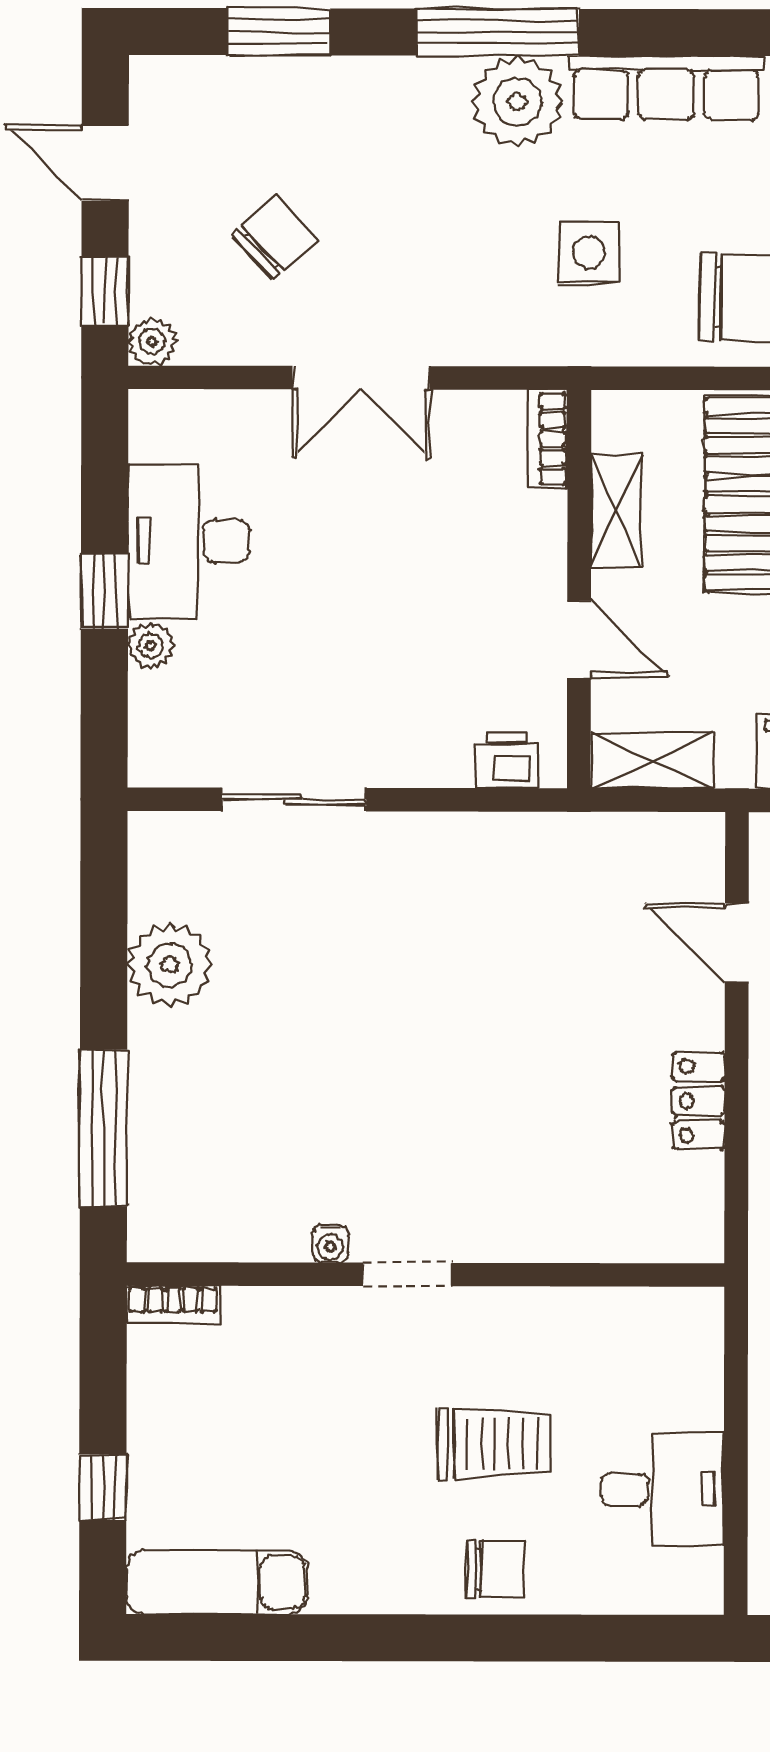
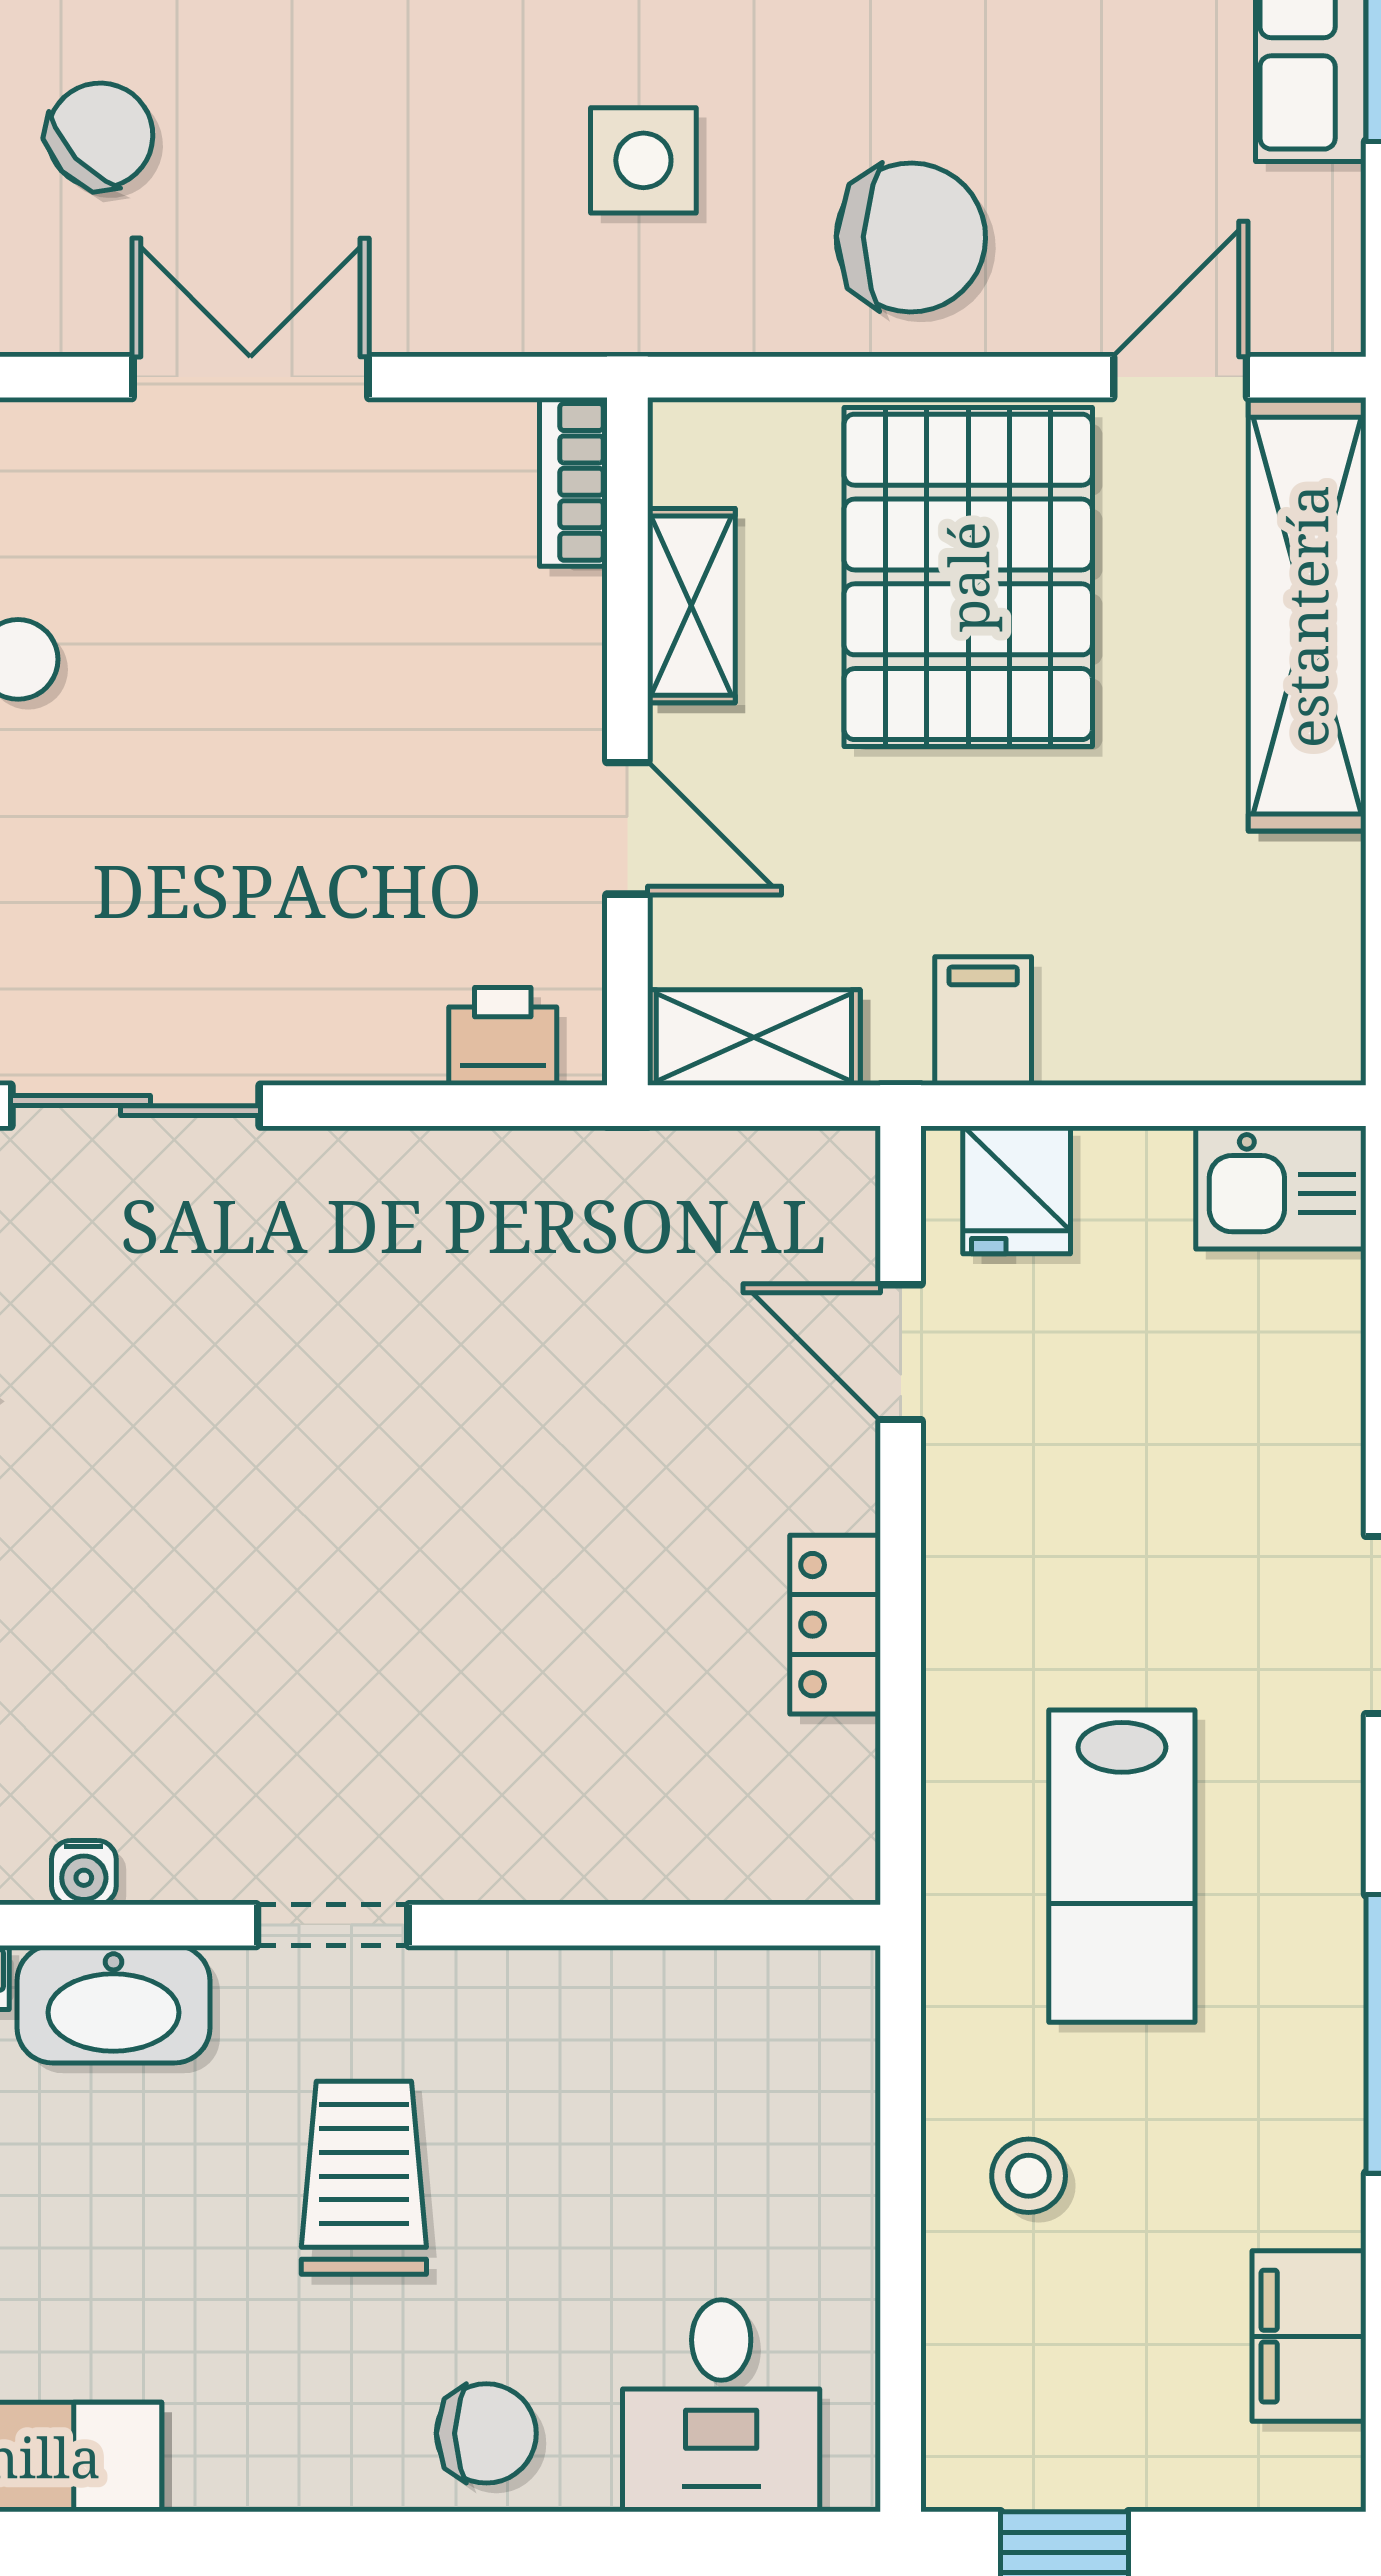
double door: (361, 378) -> (250, 377), swing flipped
water cooler: (330, 1244) -> (84, 1873), moved
washbasin: (280, 1320) -> (113, 2004), added
trolley: (494, 1444) -> (364, 2178), moved, turned -90
desk: (663, 1489) -> (721, 2406), moved, turned 90

